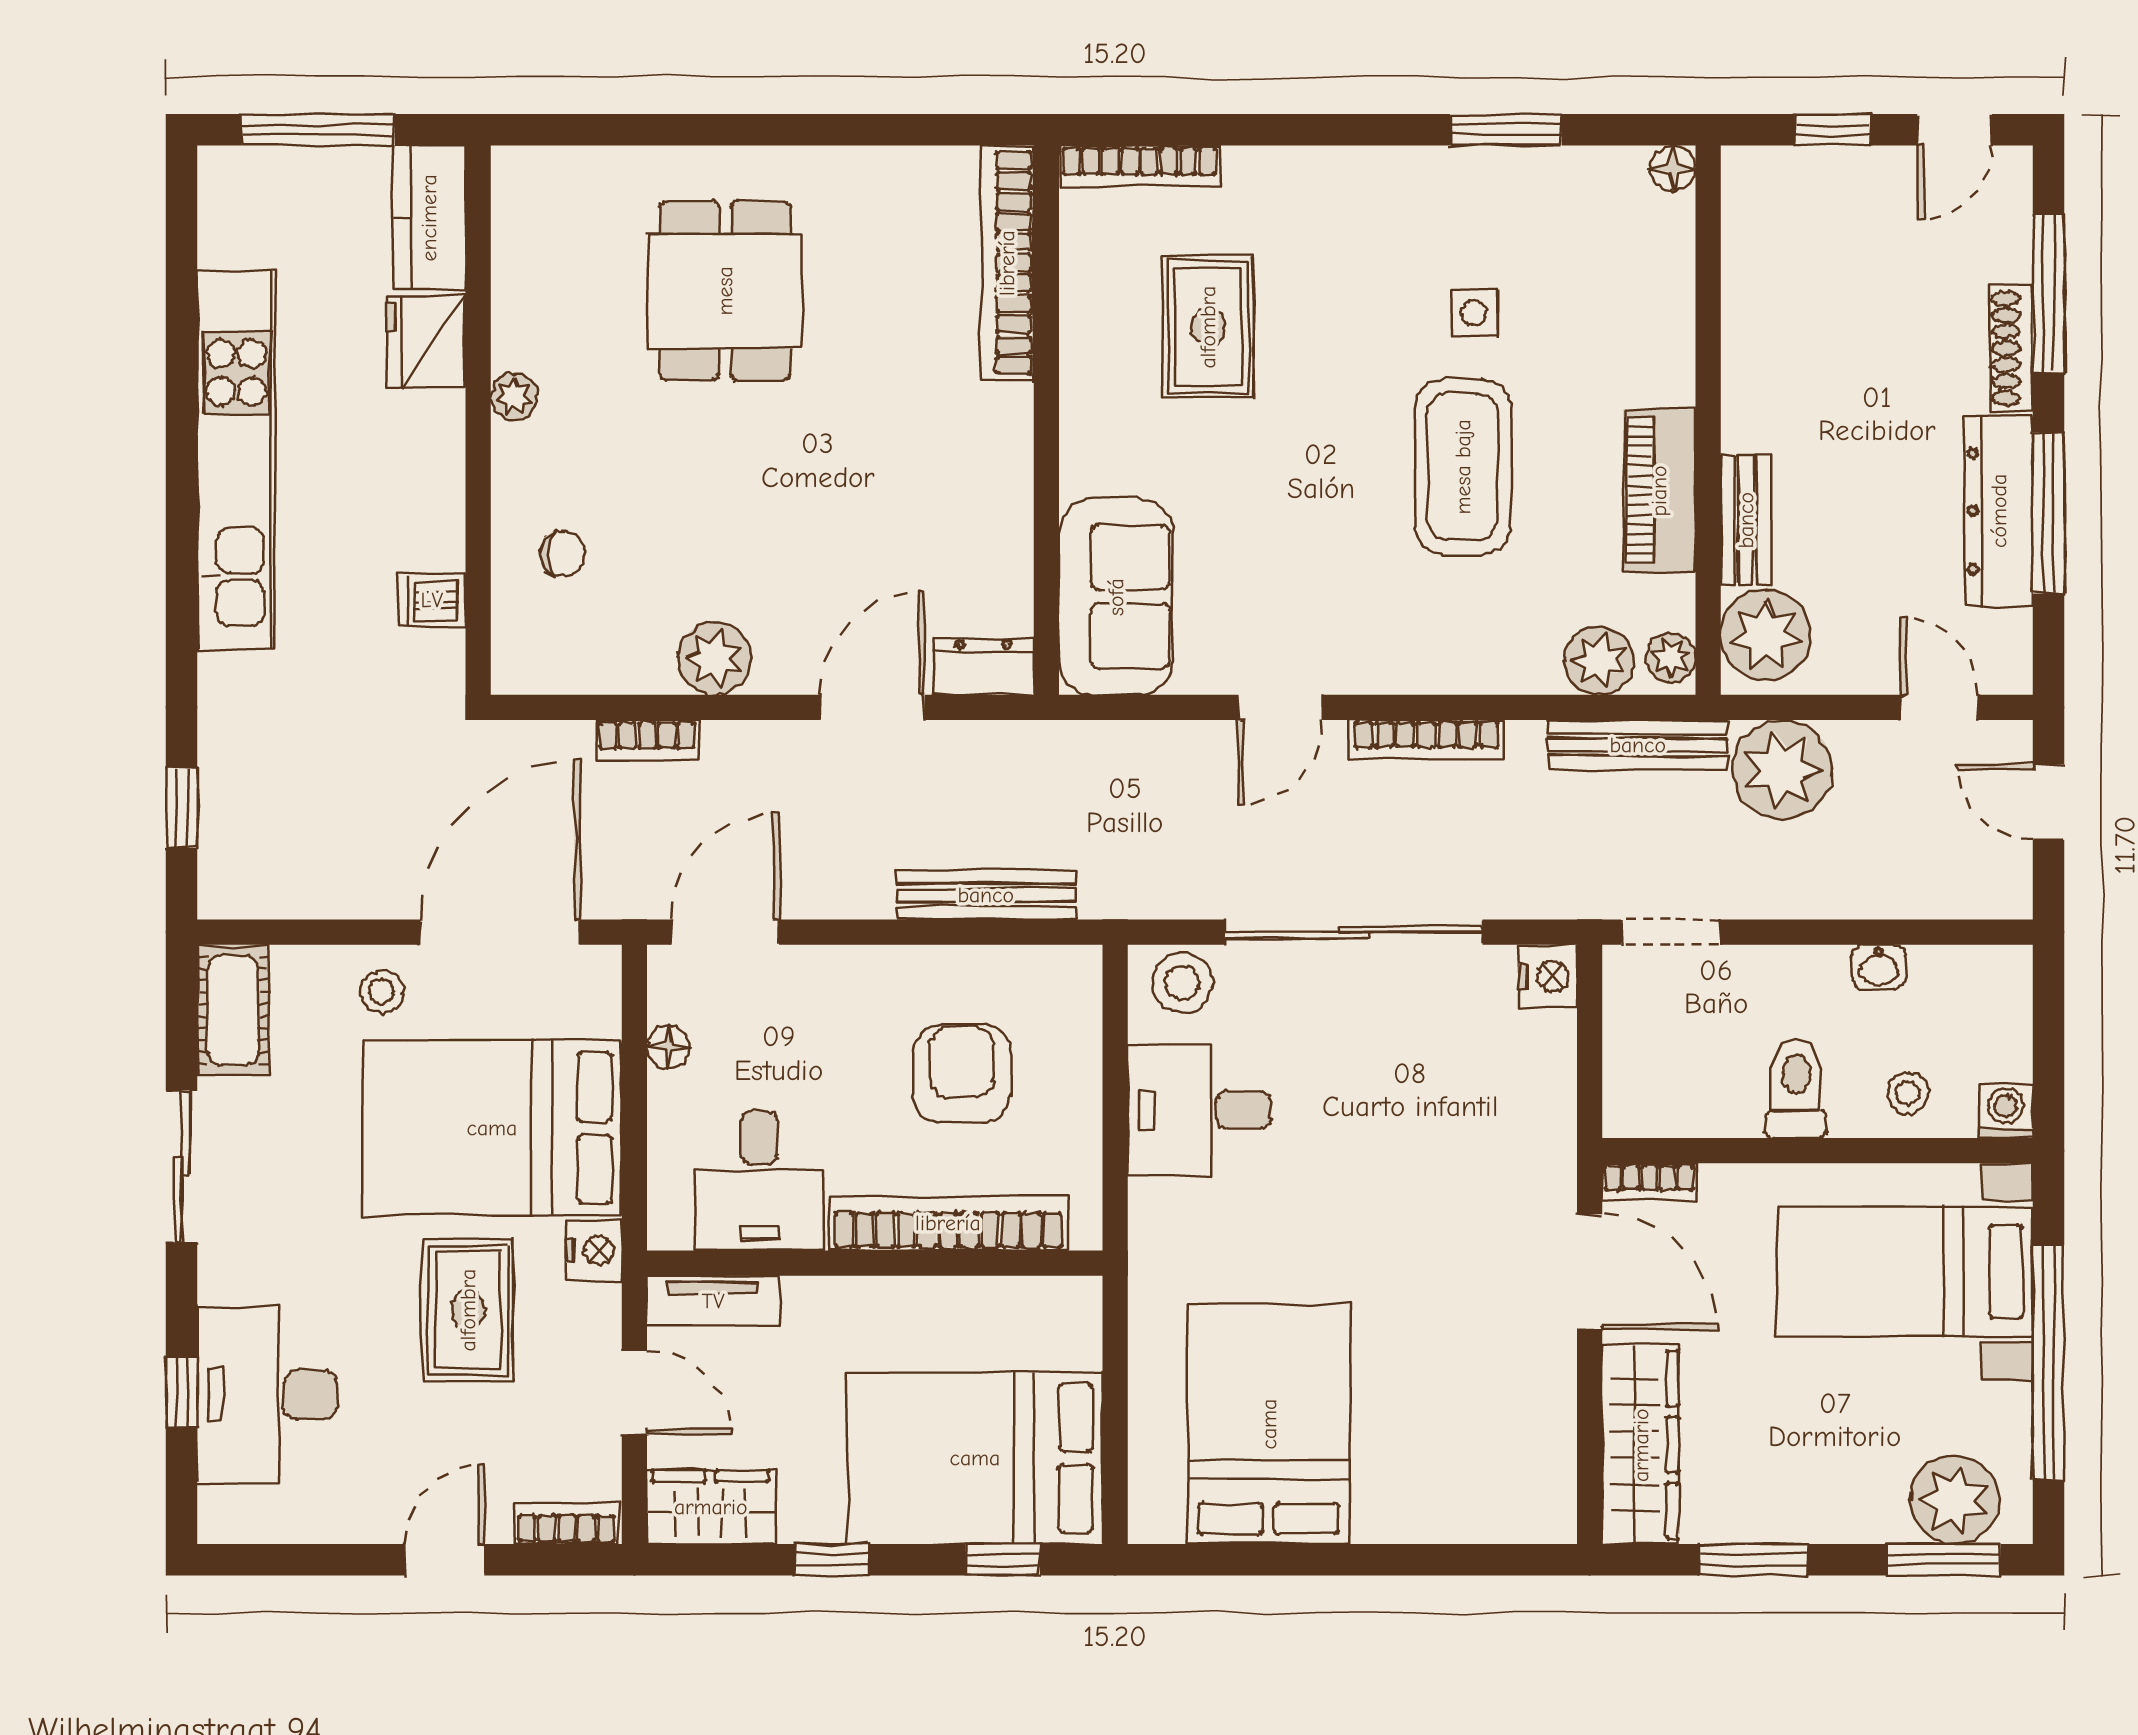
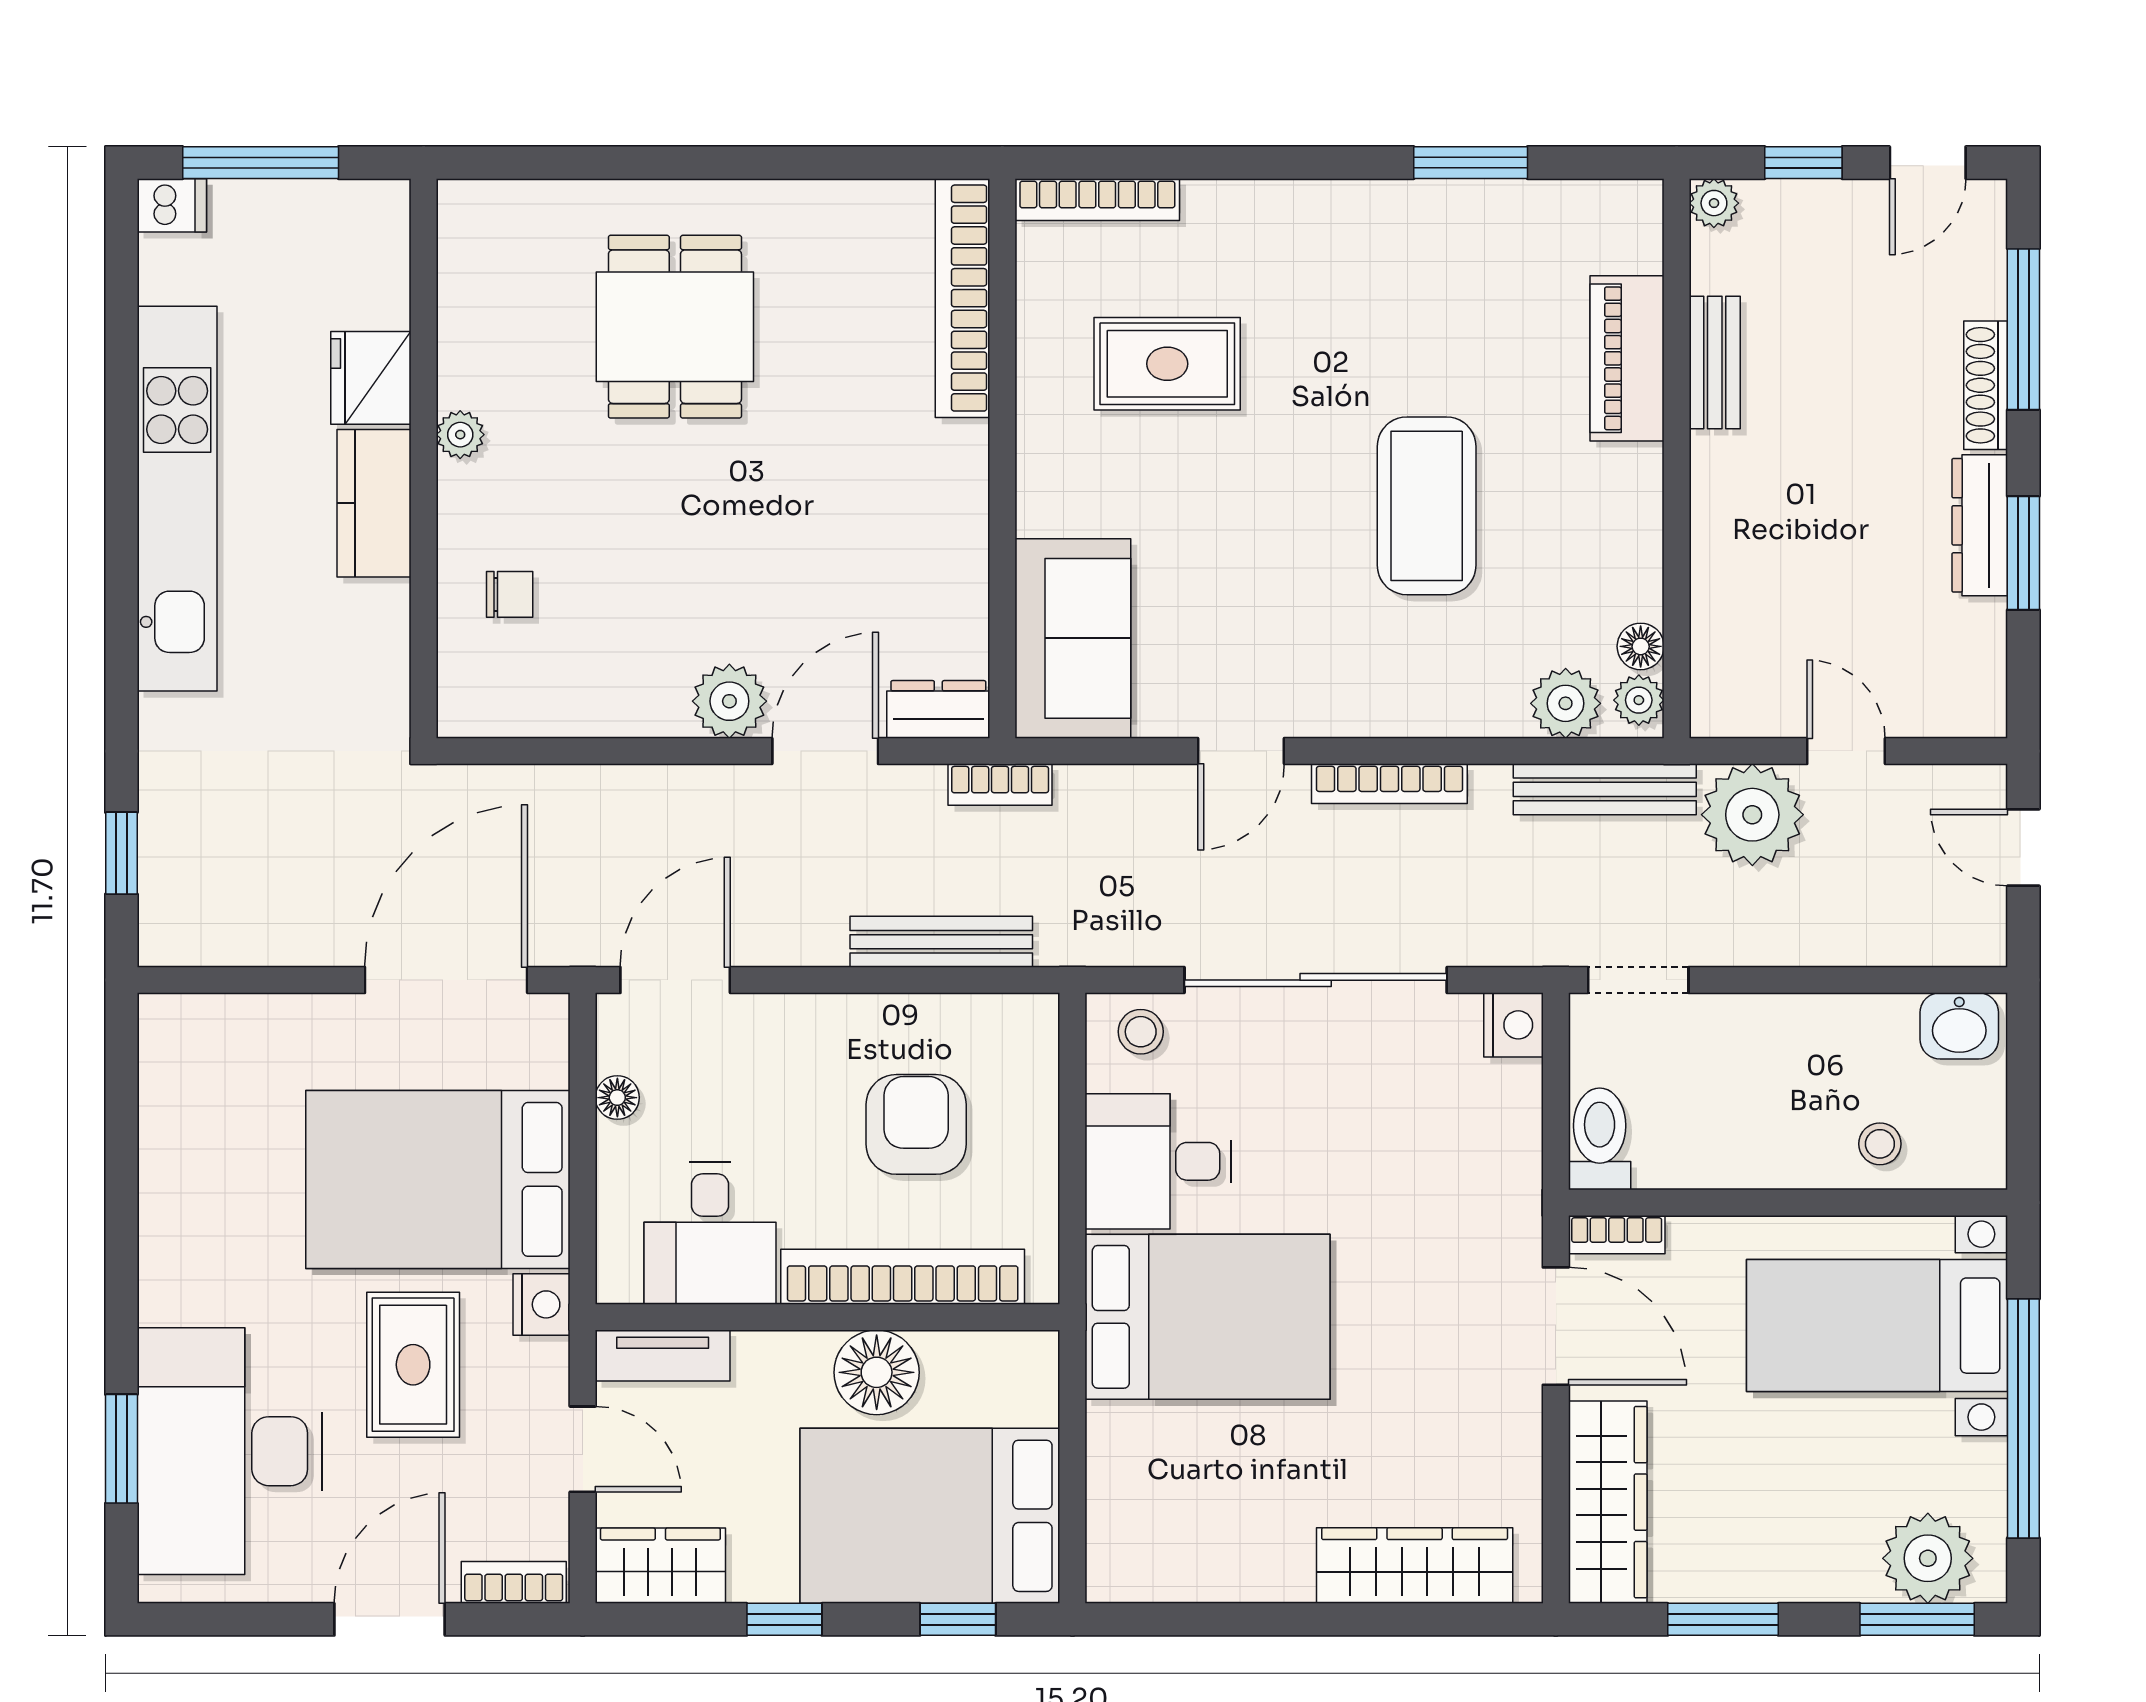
floor lamp: (1673, 168) -> (1641, 646), moved
kitchen counter: (429, 218) -> (374, 503), moved
side table: (1474, 313) -> (1438, 349), removed
rug: (1208, 327) -> (1167, 364), turned 90
piano: (1659, 491) -> (1627, 358), moved
dresser: (1999, 511) -> (1980, 525), width x0.73, depth x0.80
window: (2049, 513) -> (2023, 553), width x0.69
bench: (1746, 520) -> (1715, 362), moved
dishwasher: (432, 600) -> (172, 205), moved, turned 180
plant: (1766, 635) -> (1714, 203), moved, width x0.53, depth x0.53
plant: (715, 658) -> (729, 701), moved
door: (1939, 707) -> (1846, 751), moved
bookcase: (647, 740) -> (1000, 785), moved
washbasin: (1879, 967) -> (1959, 1026), moved, width x1.38, depth x1.45
stool: (1182, 983) -> (1141, 1032), width x0.73, depth x0.73
stool: (382, 992) -> (325, 1041), removed
cot: (233, 1010) -> (174, 1060), removed
toilet: (1796, 1088) -> (1600, 1139), moved
washing machine: (2006, 1111) -> (1980, 1162), removed
sliding door: (182, 1166) -> (121, 1219), removed
floor lamp: (923, 1317) -> (877, 1372), added
window: (182, 1392) -> (121, 1449), width x1.50
desk: (267, 1395) -> (230, 1451), width x1.36, depth x1.30
bed: (1269, 1424) -> (1208, 1317), moved, turned 90
wardrobe: (1451, 1507) -> (1415, 1566), added
door: (445, 1560) -> (390, 1619), width x1.38

